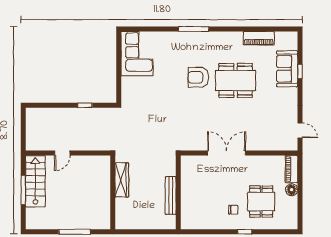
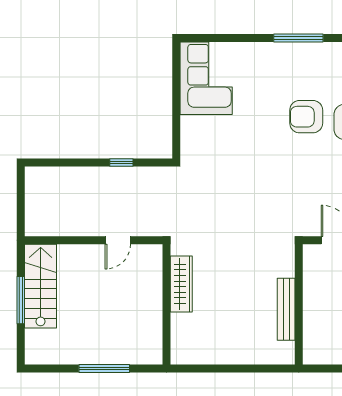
door: (62, 153) -> (118, 240), moved
wall: (178, 192) -> (299, 304), moved
bench: (171, 195) -> (286, 309), moved

